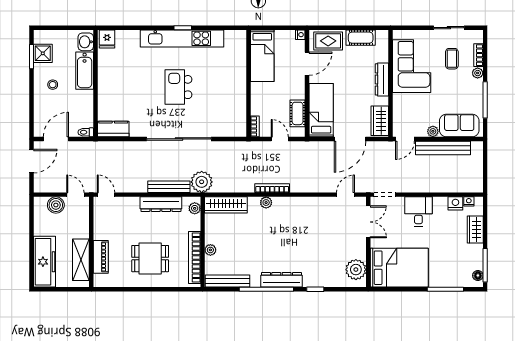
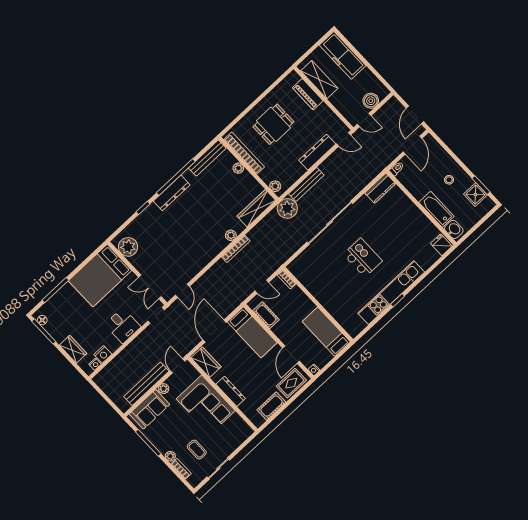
corner sofa: (412, 66) -> (206, 405), moved
dresser: (161, 204) -> (317, 152), moved

